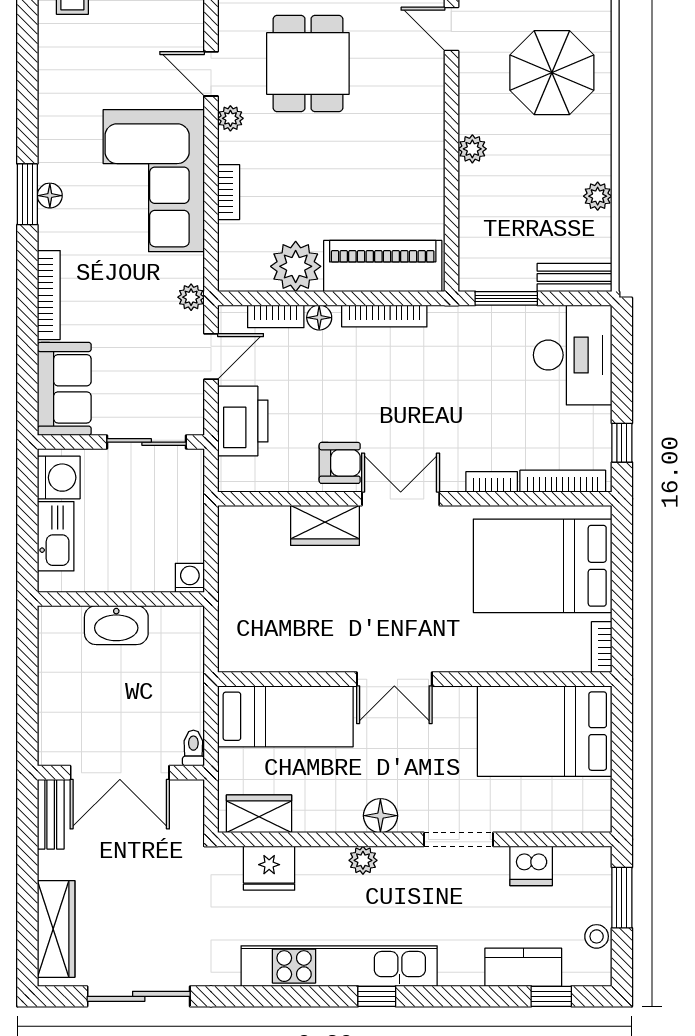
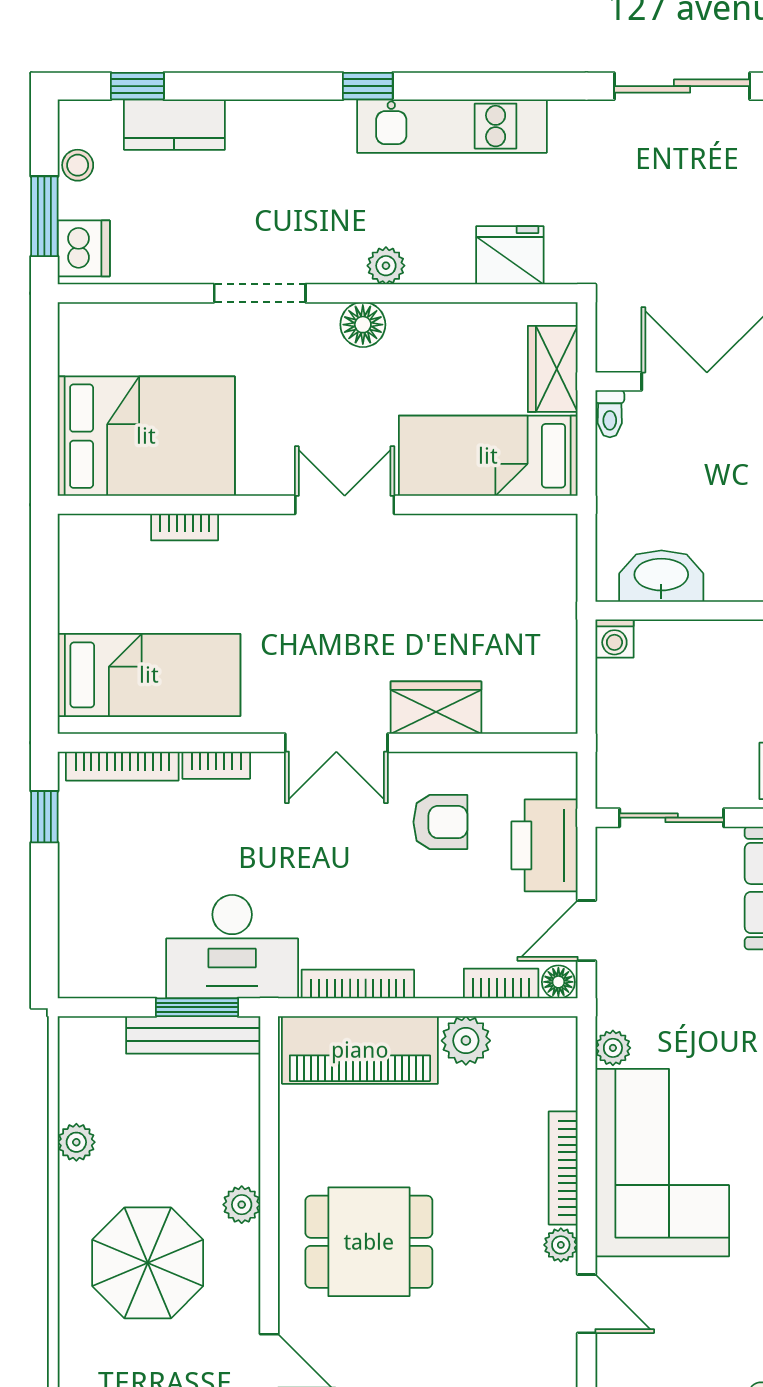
dining table: (308, 63) -> (369, 1242), moved, turned 90
parasol: (552, 73) -> (148, 1263), moved
bookcase: (229, 192) -> (563, 1168), width x1.56
plant: (296, 266) -> (466, 1041), width x0.73, depth x0.73
bench: (574, 277) -> (193, 1035), moved, width x1.36
plant: (191, 297) -> (613, 1048), moved
floor lamp: (319, 318) -> (558, 982), moved
desk: (573, 355) -> (232, 947), moved, turned -90
armchair: (340, 463) -> (440, 822), moved, turned 180
bed: (543, 566) -> (149, 675), width x0.67
washbasin: (116, 625) -> (661, 576), moved
bookcase: (602, 647) -> (185, 527), moved, turned 90
wardrobe: (259, 814) -> (553, 369), moved, turned 90
dishwasher: (531, 866) -> (84, 248), moved, turned 90
kitchen unit: (339, 966) -> (452, 126), width x0.73

